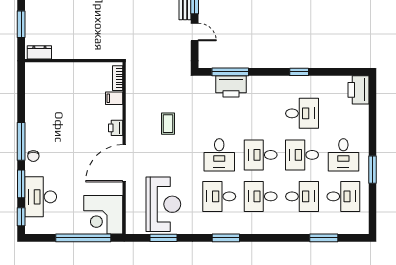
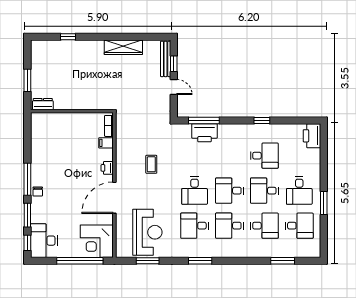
desk: (41, 197) -> (44, 241), moved

